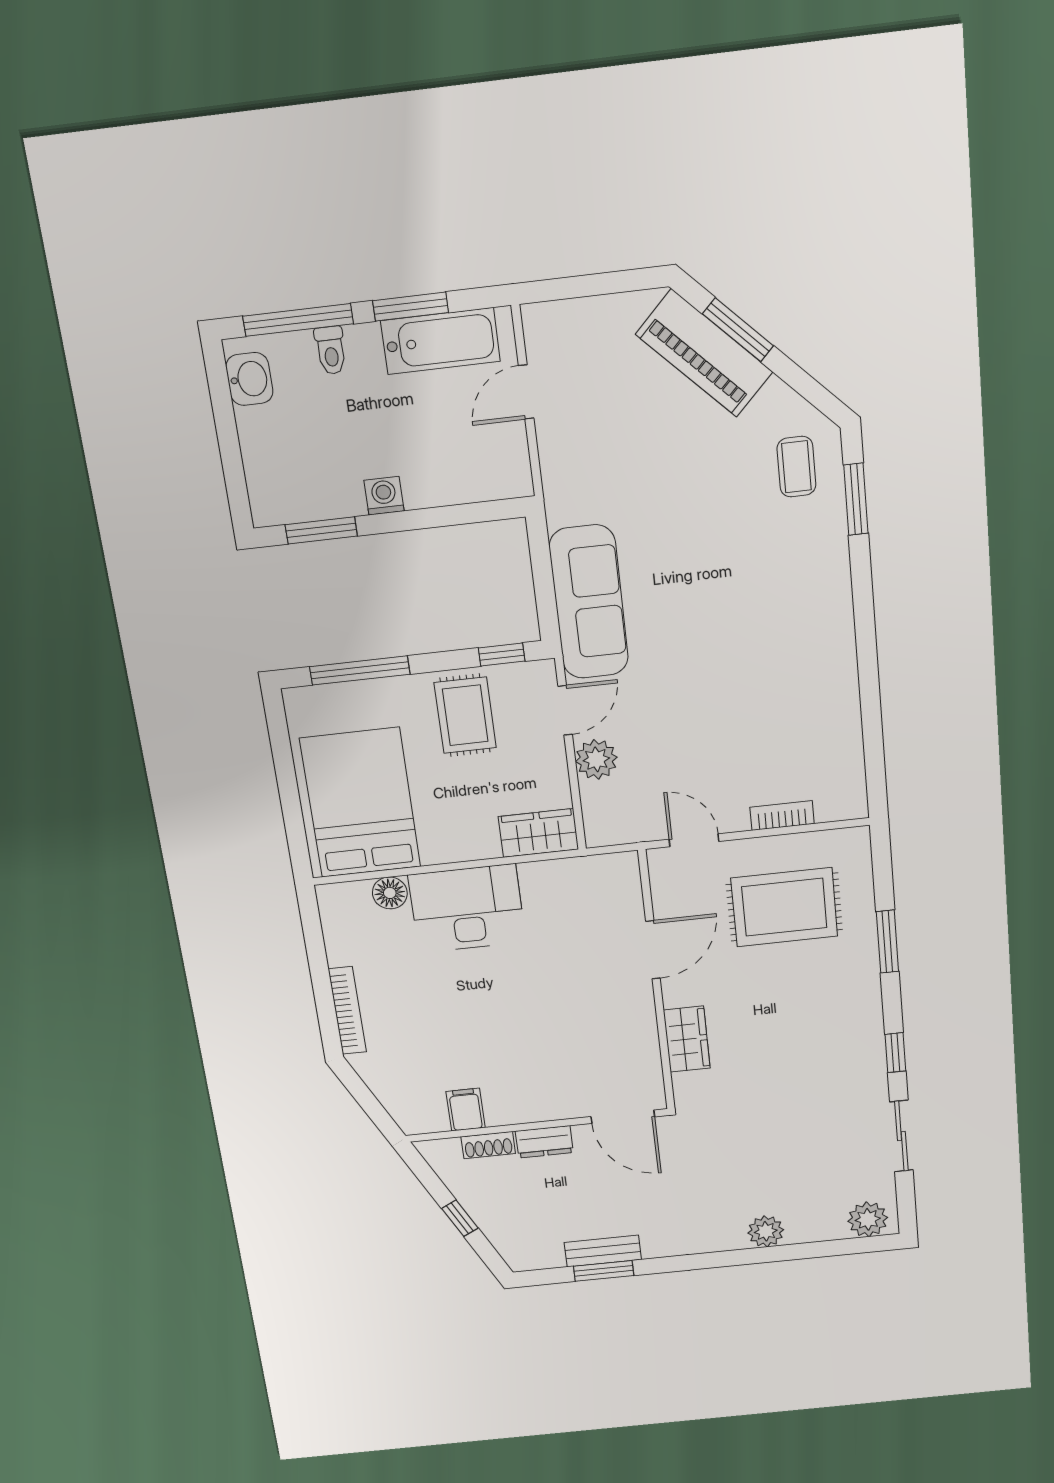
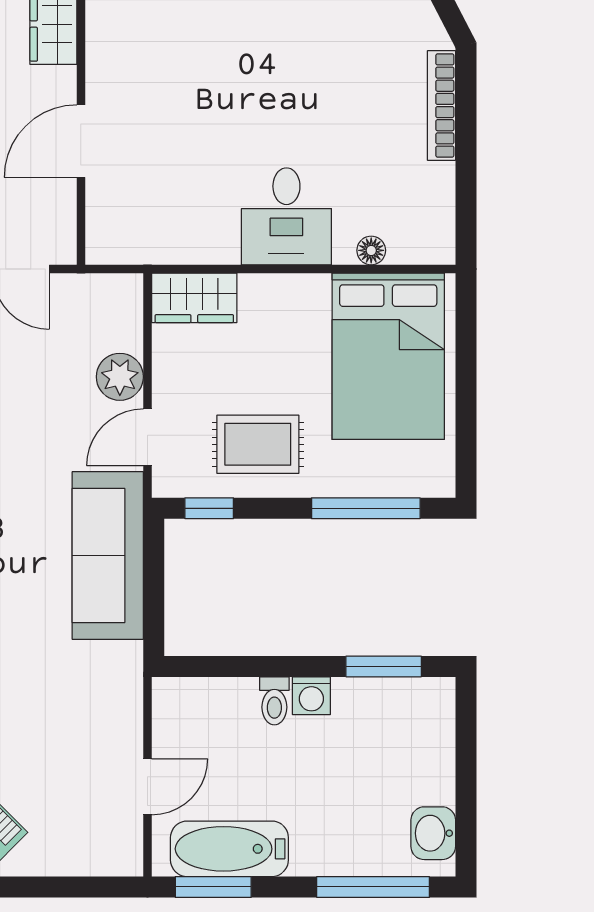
window: (411, 307) -> (213, 887), moved
toilet: (331, 350) -> (274, 701), moved, turned 180
rug: (465, 715) -> (258, 444), turned 90
floor lamp: (390, 893) -> (371, 250), width x0.73, depth x0.73
desk: (467, 908) -> (286, 216), width x0.73

